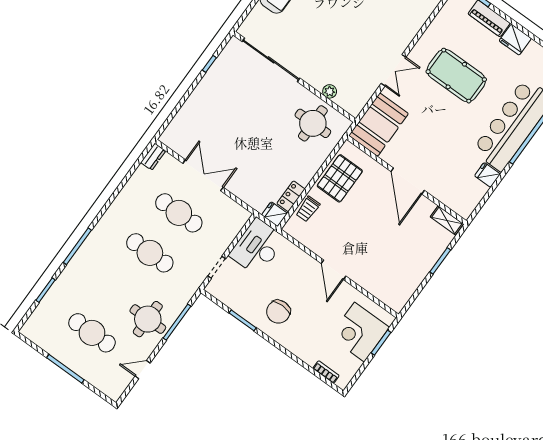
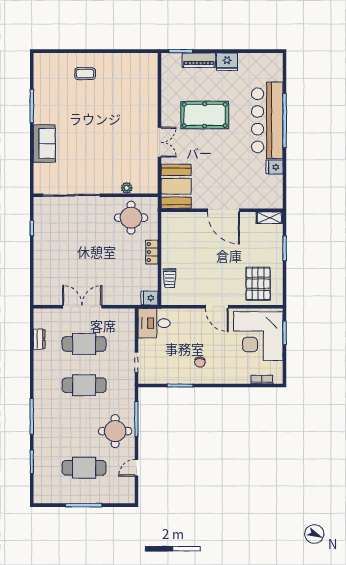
dresser: (153, 157) -> (39, 339), moved
pallet: (340, 178) -> (258, 284), moved
locker: (291, 196) -> (152, 252), moved
desk: (257, 247) -> (154, 323), width x0.73
chair: (278, 312) -> (200, 362), width x0.54, depth x0.54
corner desk: (359, 332) -> (258, 336), width x1.36, depth x1.36

